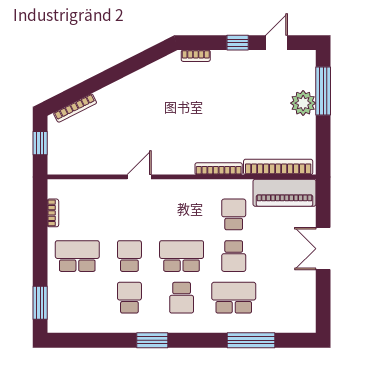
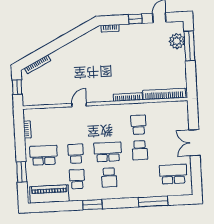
plant: (303, 103) -> (177, 41), moved
piano: (284, 193) -> (49, 194), moved, turned 180
school desk: (234, 298) -> (173, 174), moved
window: (40, 303) -> (22, 172), moved

